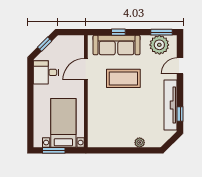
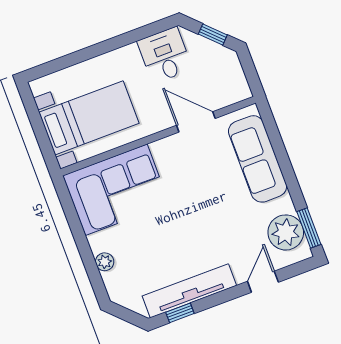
window: (118, 32) -> (281, 154), removed
door: (180, 66) -> (263, 282), hinge flipped
coffee table: (123, 78) -> (205, 192), removed
corner sofa: (105, 123) -> (116, 190), added
window: (54, 150) -> (35, 119), removed

